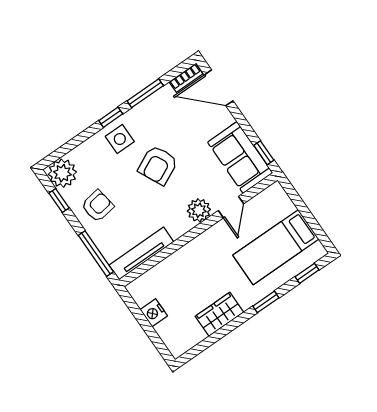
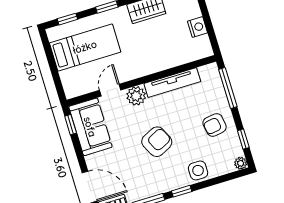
side table: (120, 139) -> (198, 170), moved
plant: (62, 173) -> (241, 163), width x0.53, depth x0.53
tv unit: (141, 253) -> (172, 83), moved

